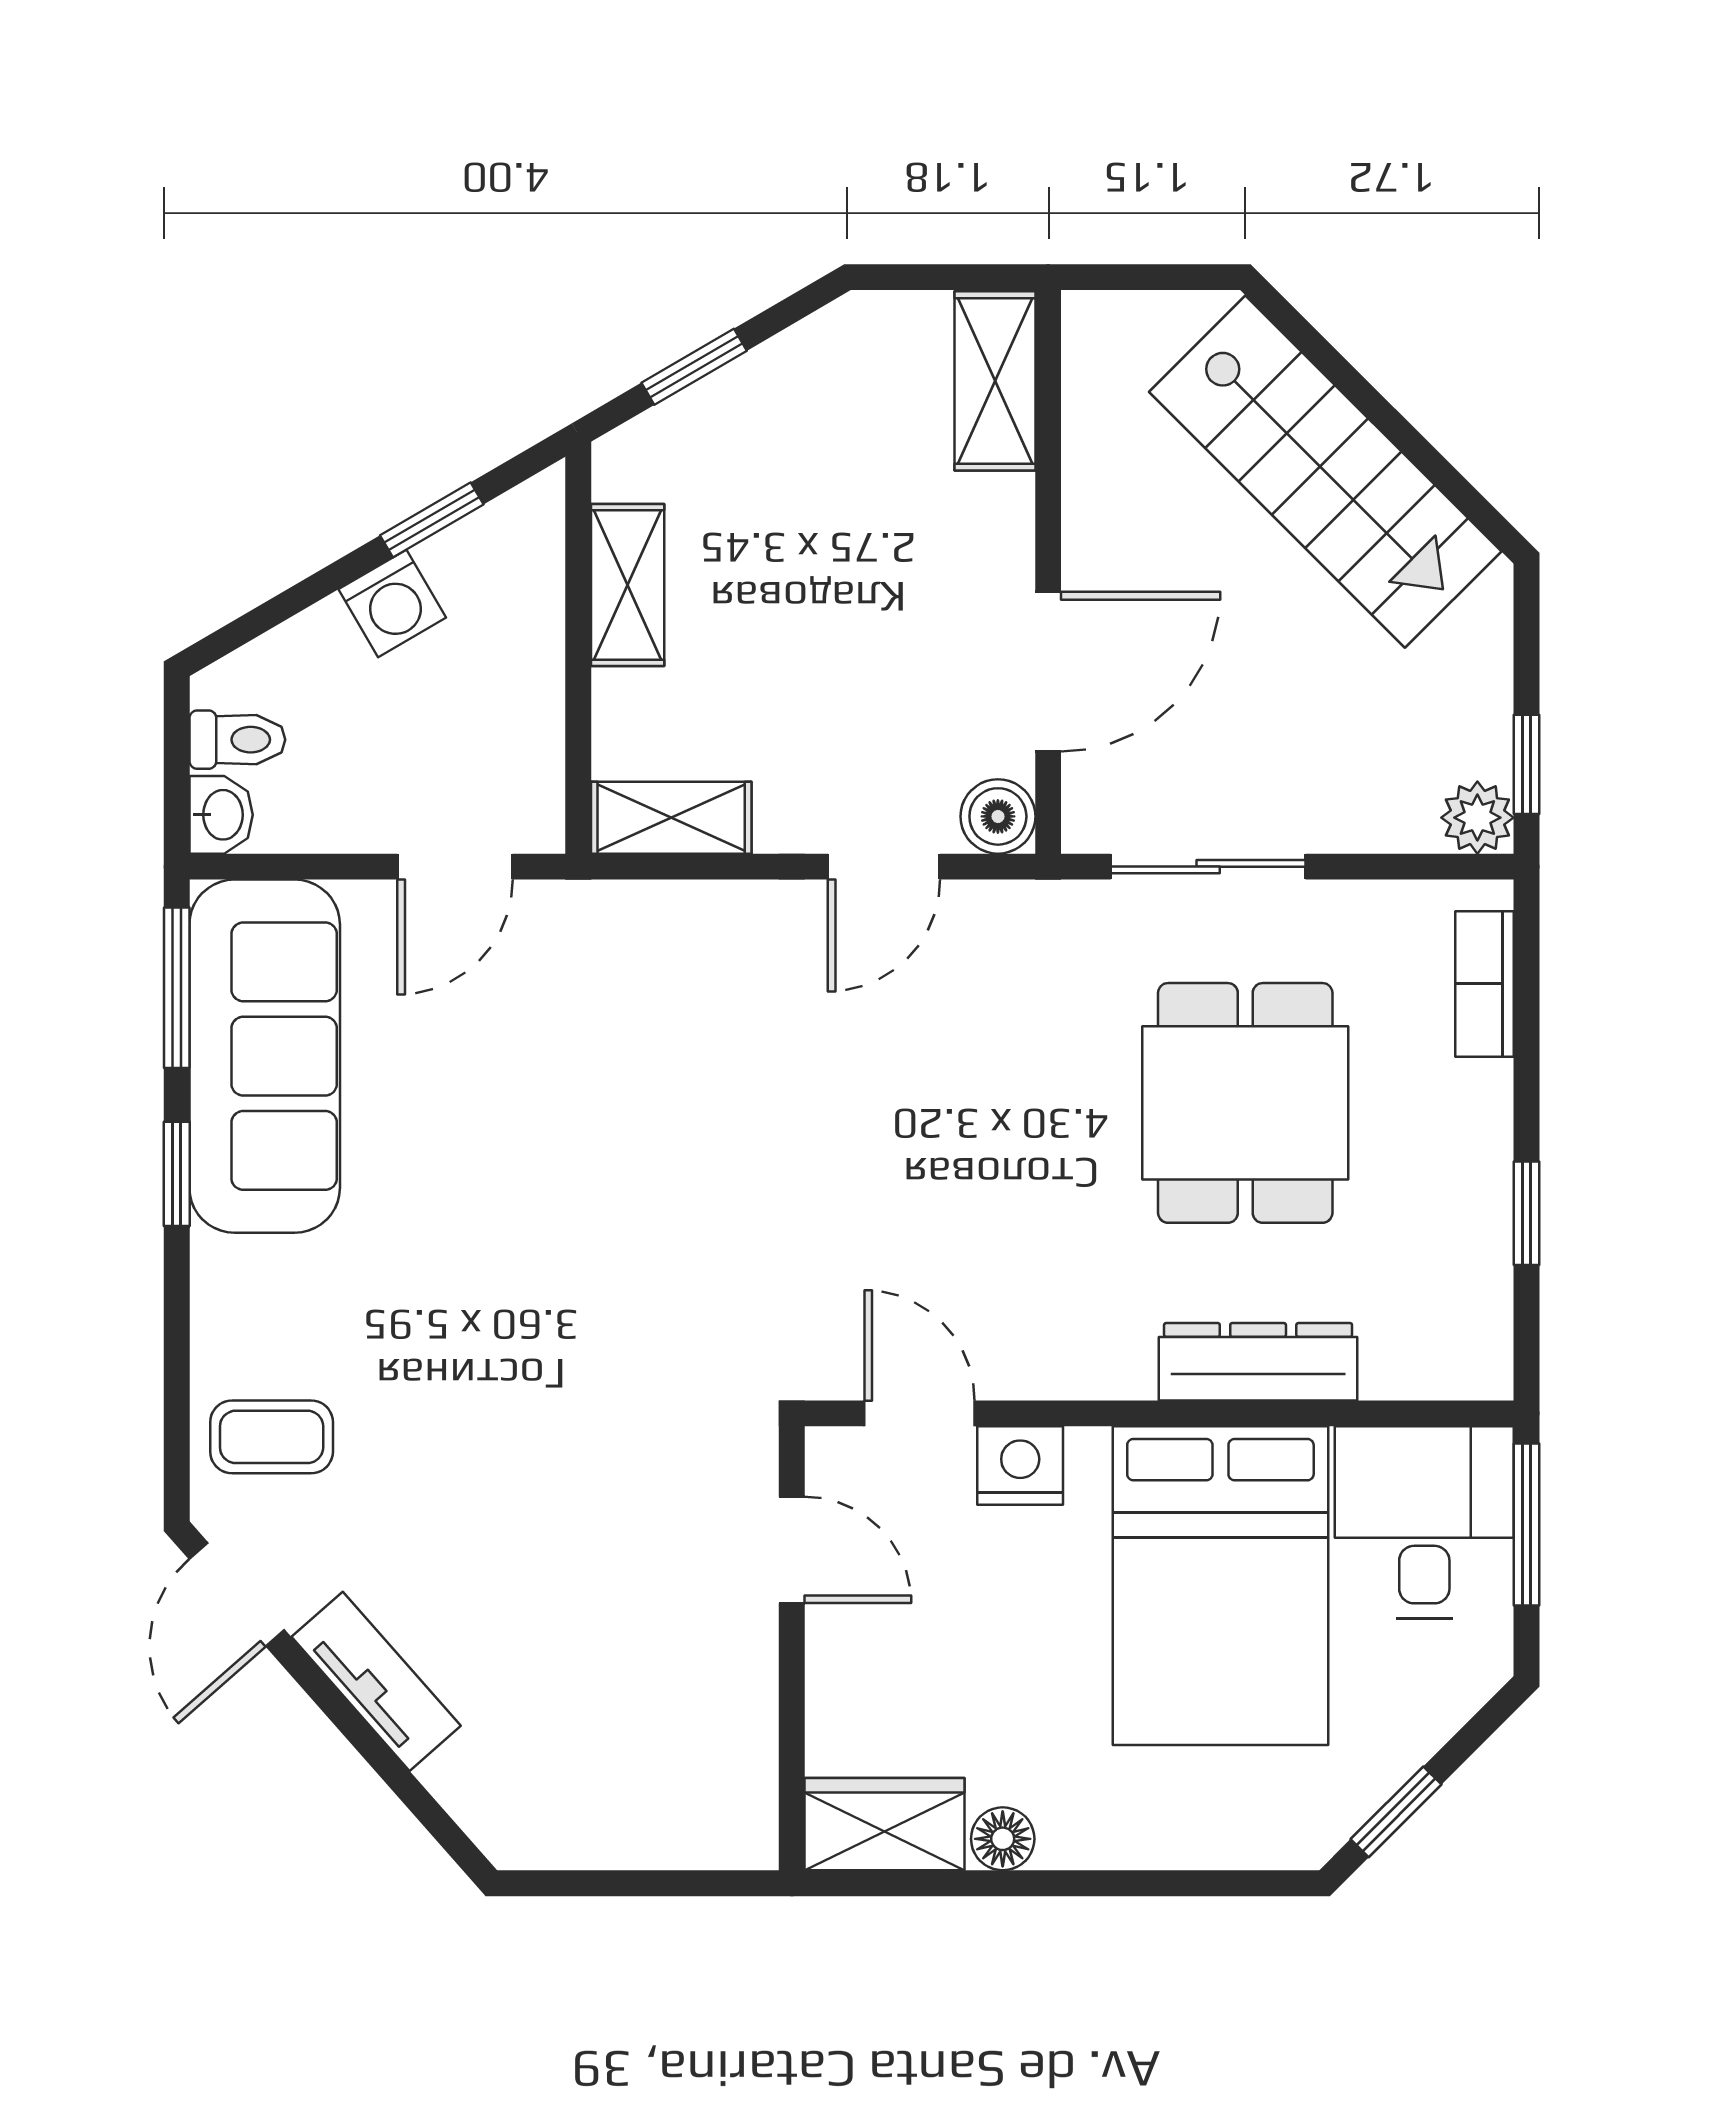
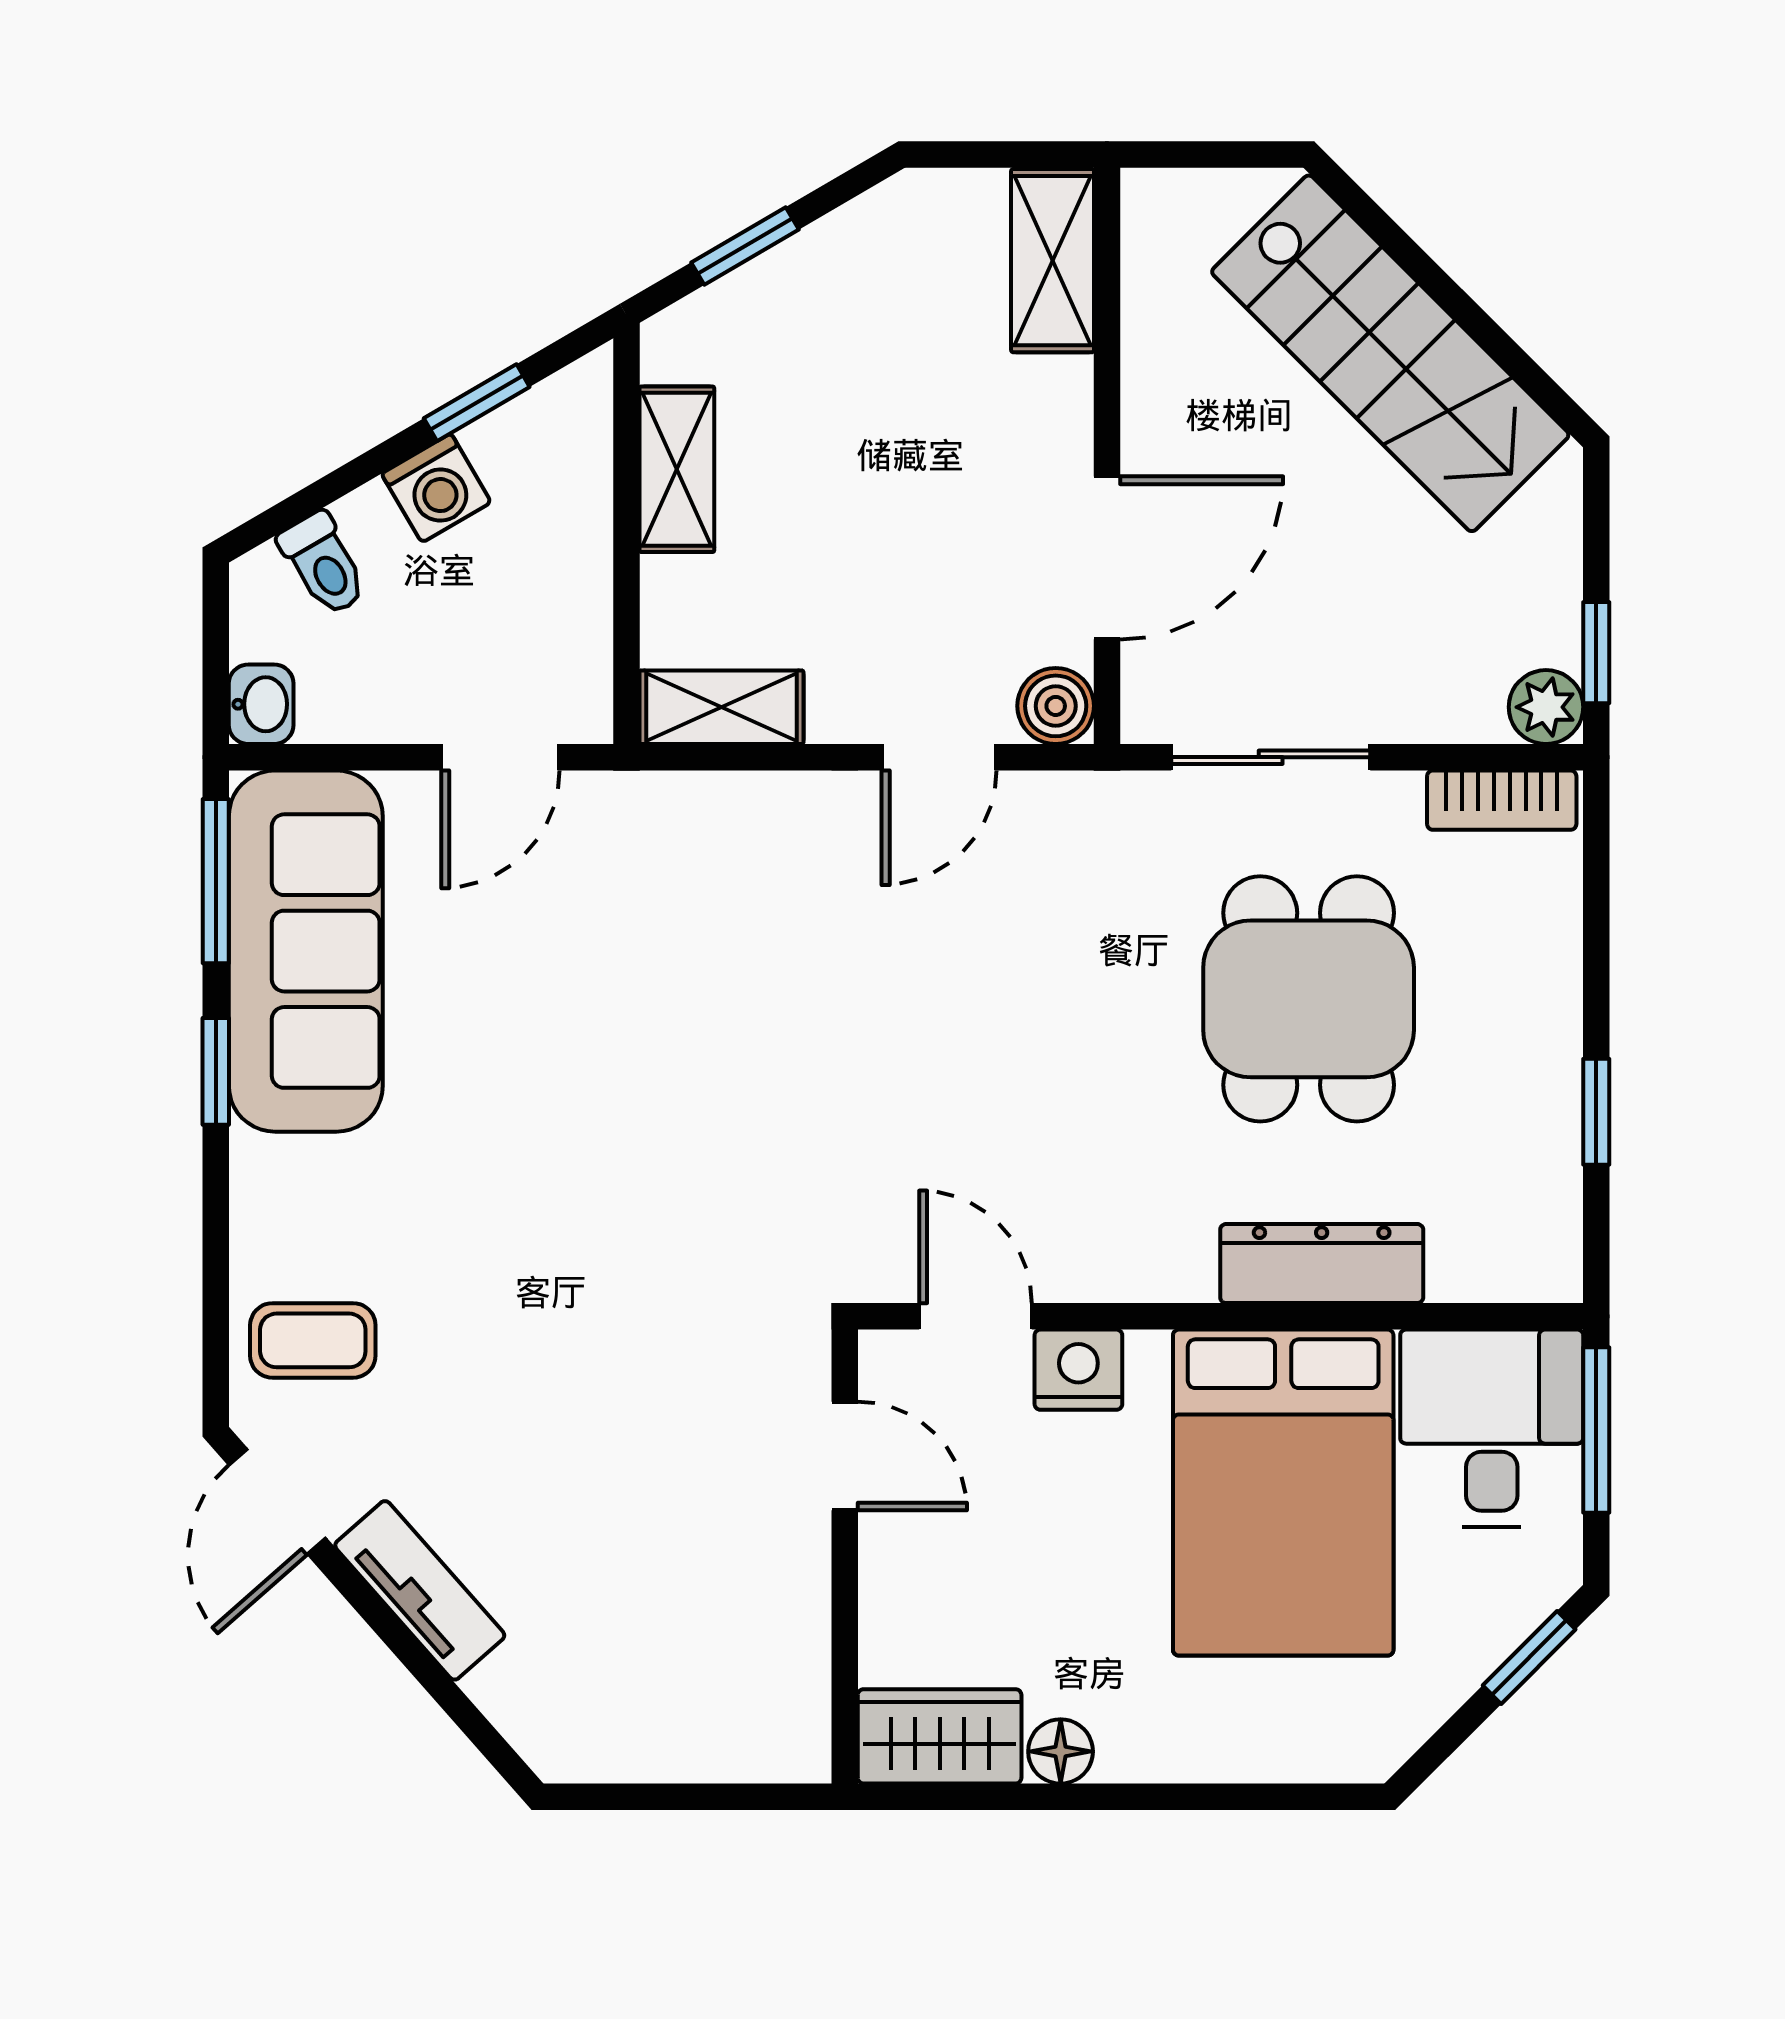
toilet: (237, 740) -> (323, 564), moved, turned 60
bookcase: (1485, 984) -> (1502, 800), moved, turned -90
window: (1396, 1812) -> (1529, 1657), moved

